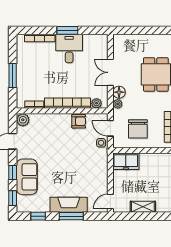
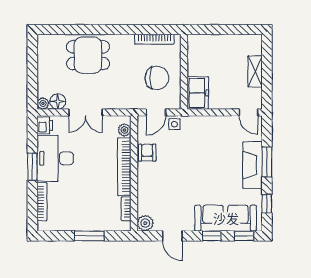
printer: (100, 40) -> (45, 126), added
desk: (69, 48) -> (55, 158), width x1.37
floor lamp: (119, 92) -> (58, 102), moved
plant: (118, 104) -> (43, 103), moved
sofa: (27, 177) -> (226, 218), width x1.36

